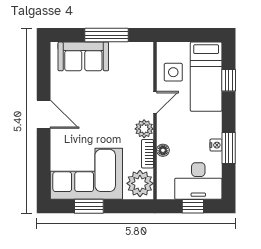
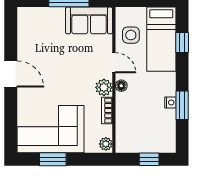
sofa: (83, 56) -> (89, 20), moved
door: (155, 102) -> (114, 63), hinge flipped
floor lamp: (163, 150) -> (121, 86), moved
desk: (198, 181) -> (154, 136), removed
plant: (140, 183) -> (106, 144), width x0.53, depth x0.53

